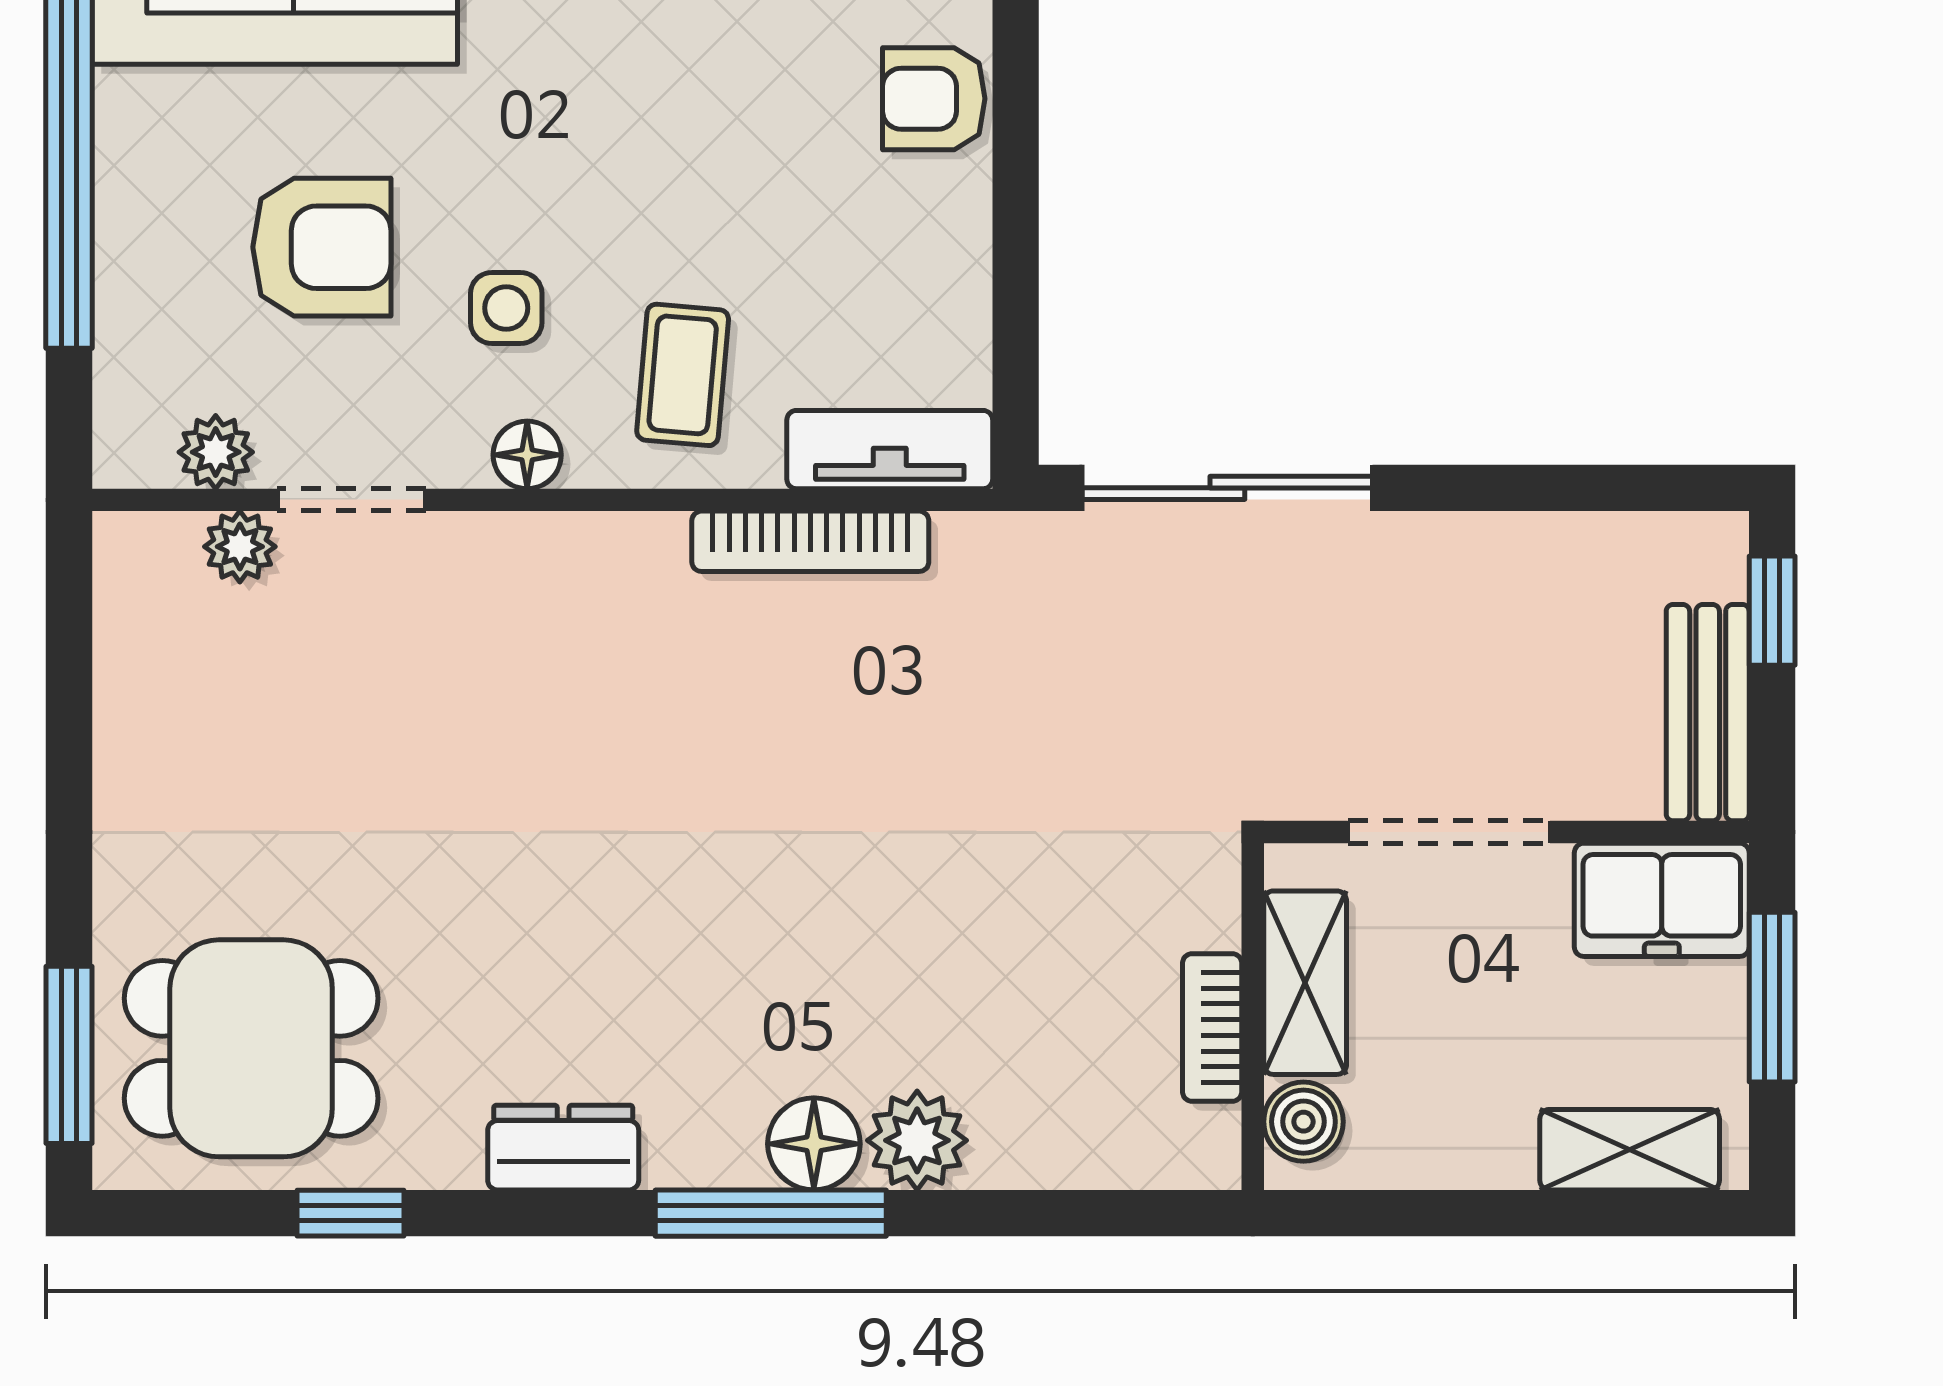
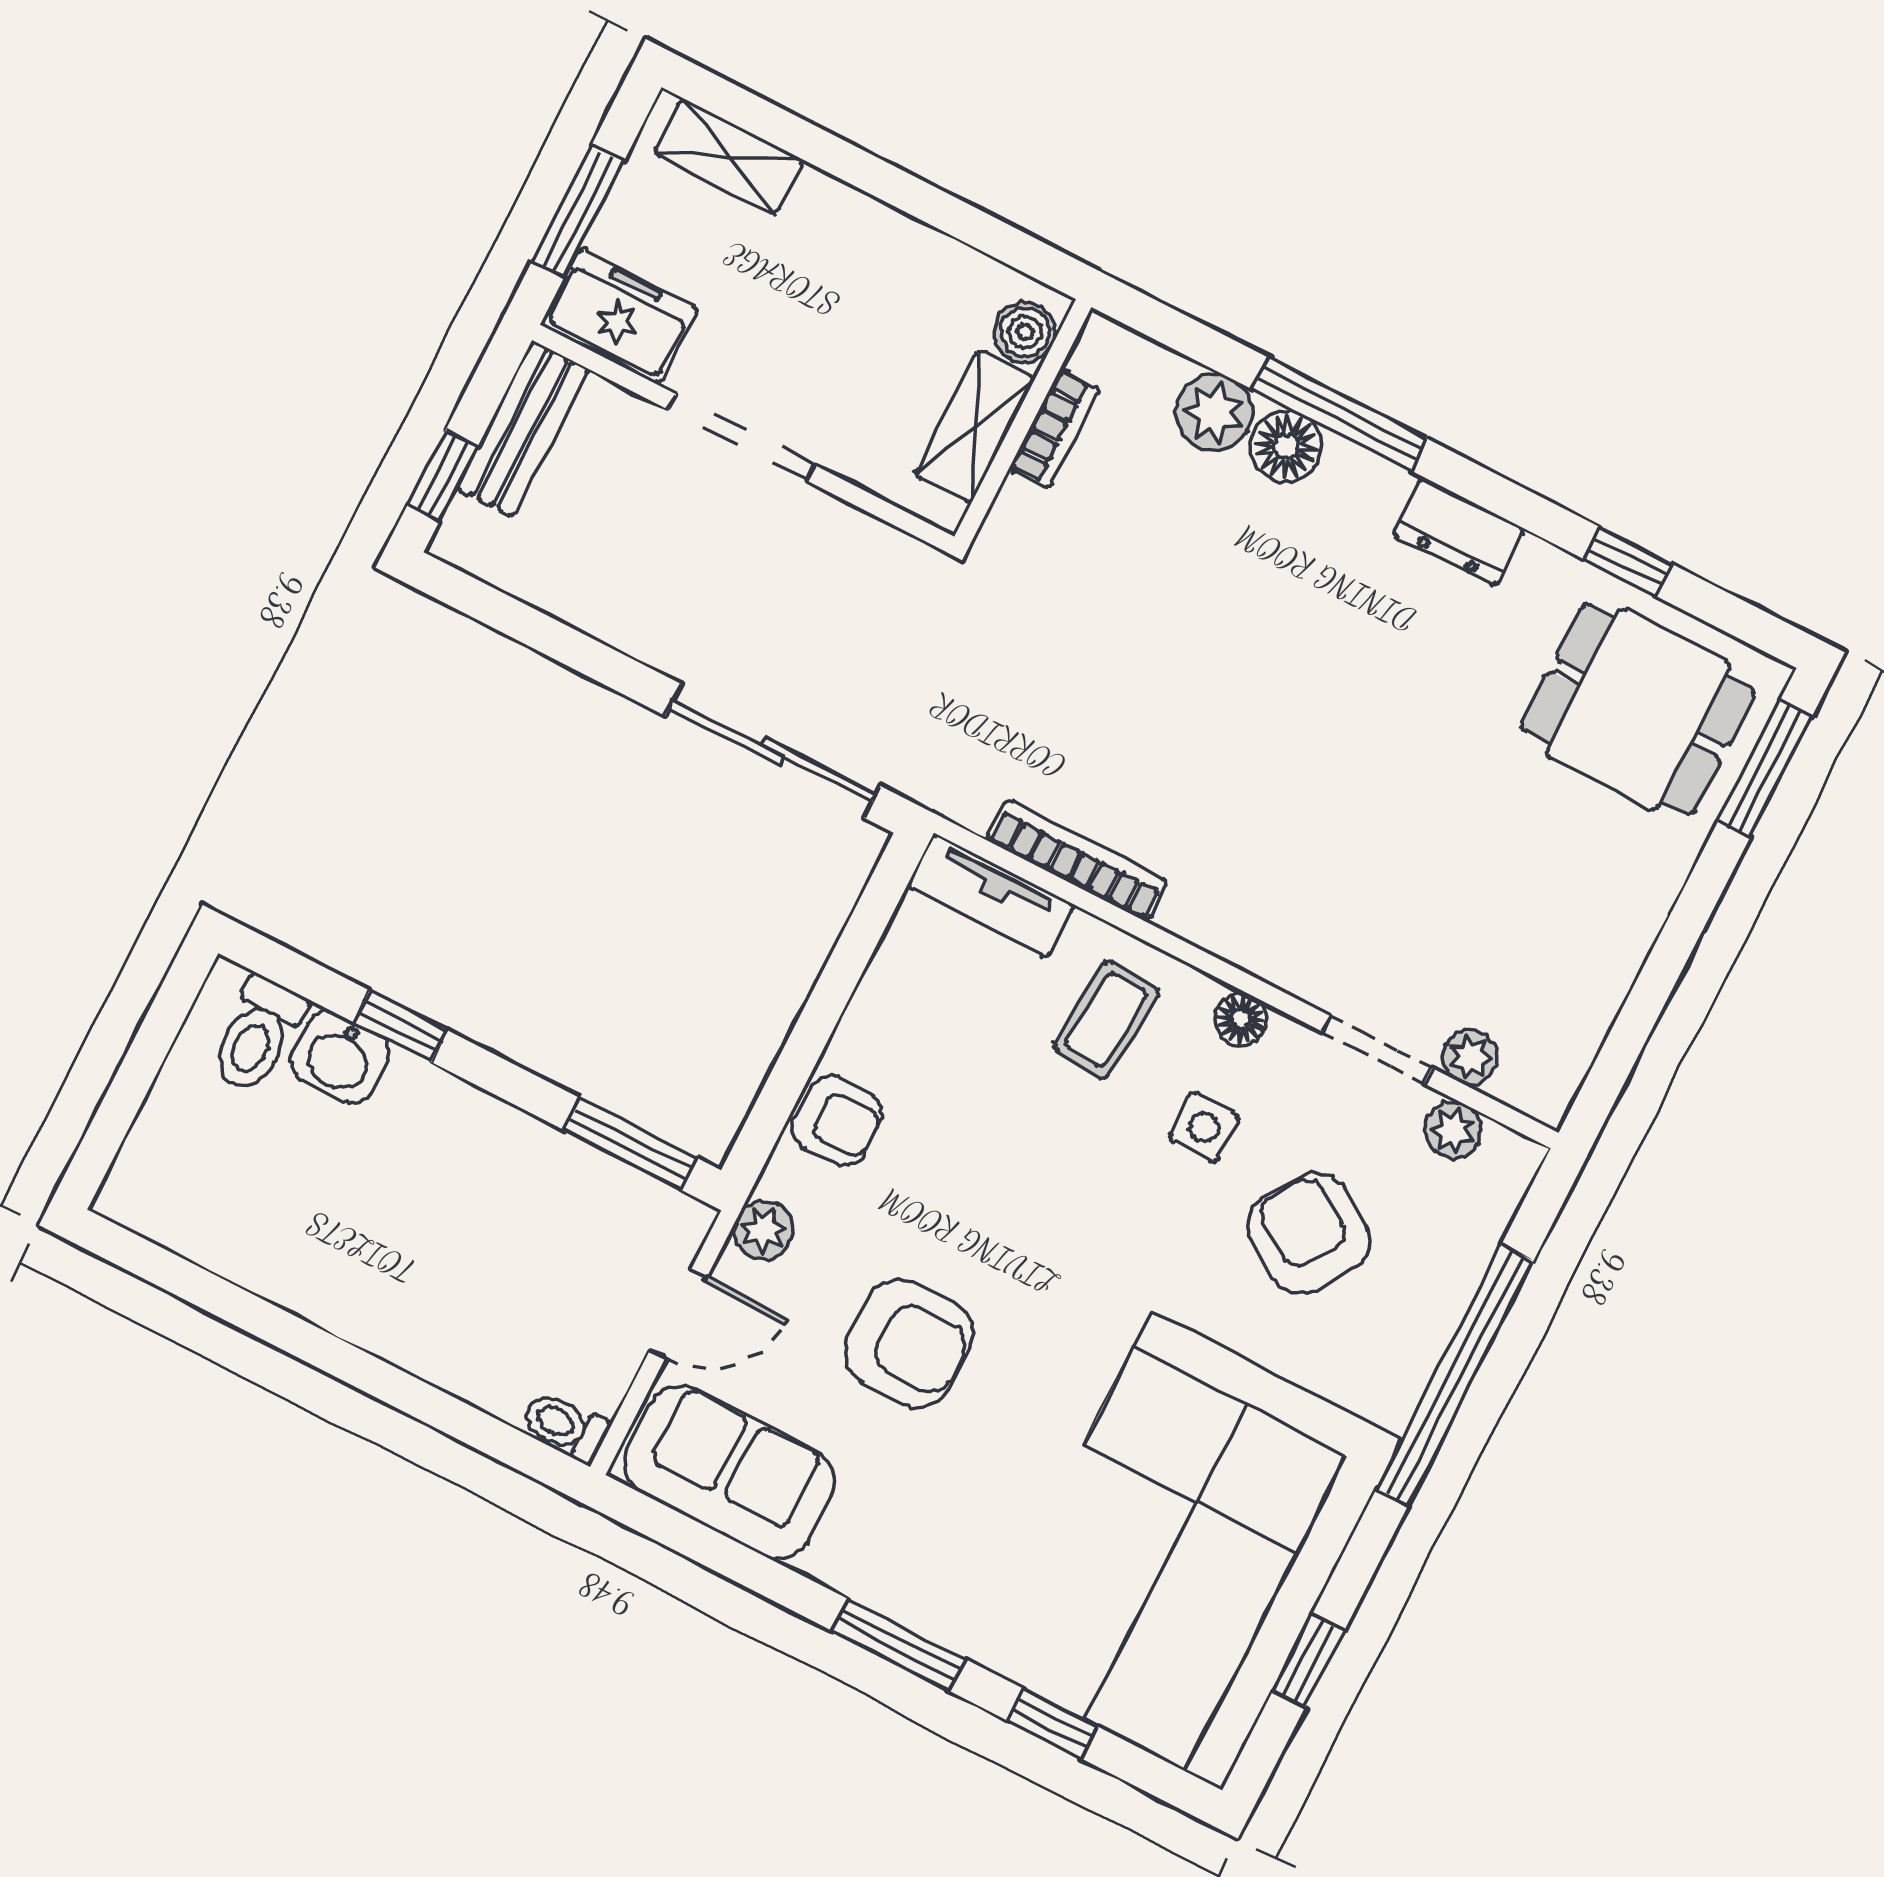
armchair: (322, 247) -> (1309, 1233), turned 34
shelving: (1305, 983) -> (975, 427), moved
wall: (1253, 1017) -> (1023, 422), moved
bookcase: (1212, 1027) -> (1055, 429), moved
boiler: (1303, 1122) -> (1025, 332), moved

